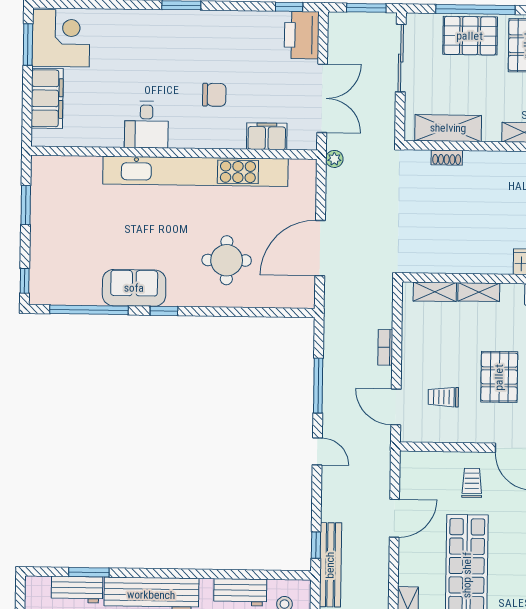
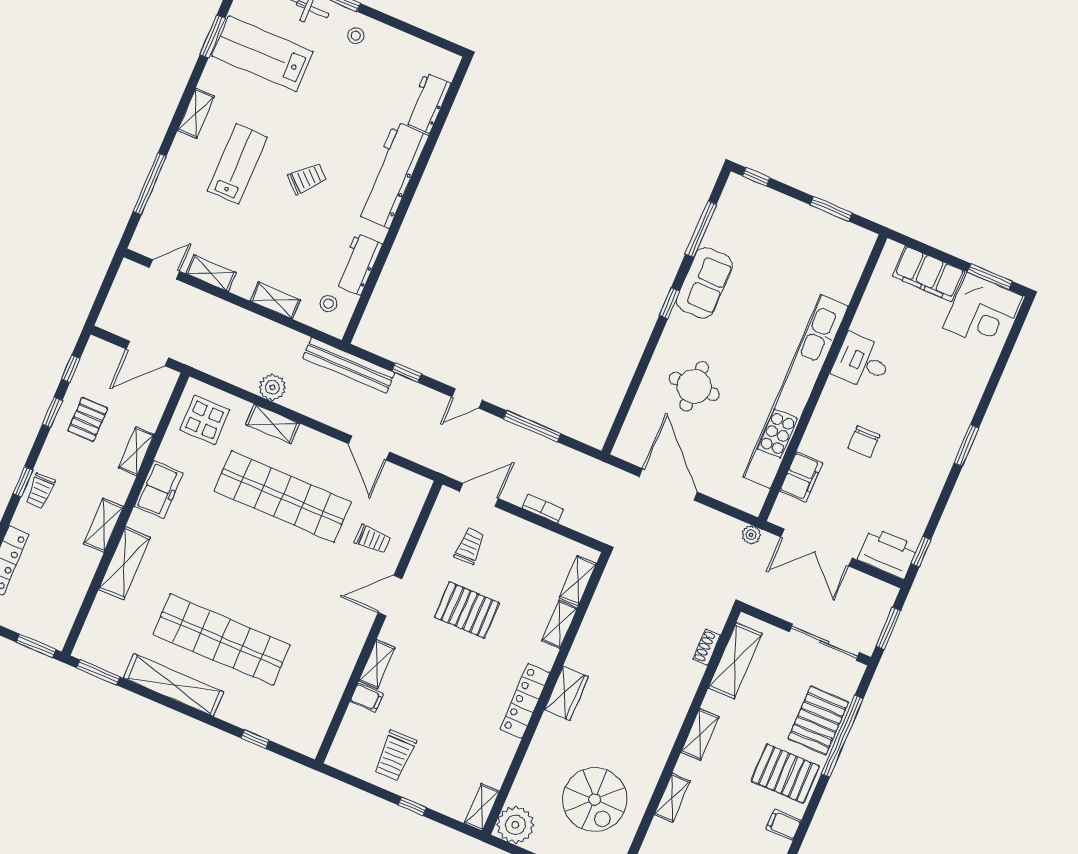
window: (89, 310) -> (701, 229), width x0.68
window: (316, 545) -> (406, 373), moved
window: (89, 572) -> (440, 122), removed

